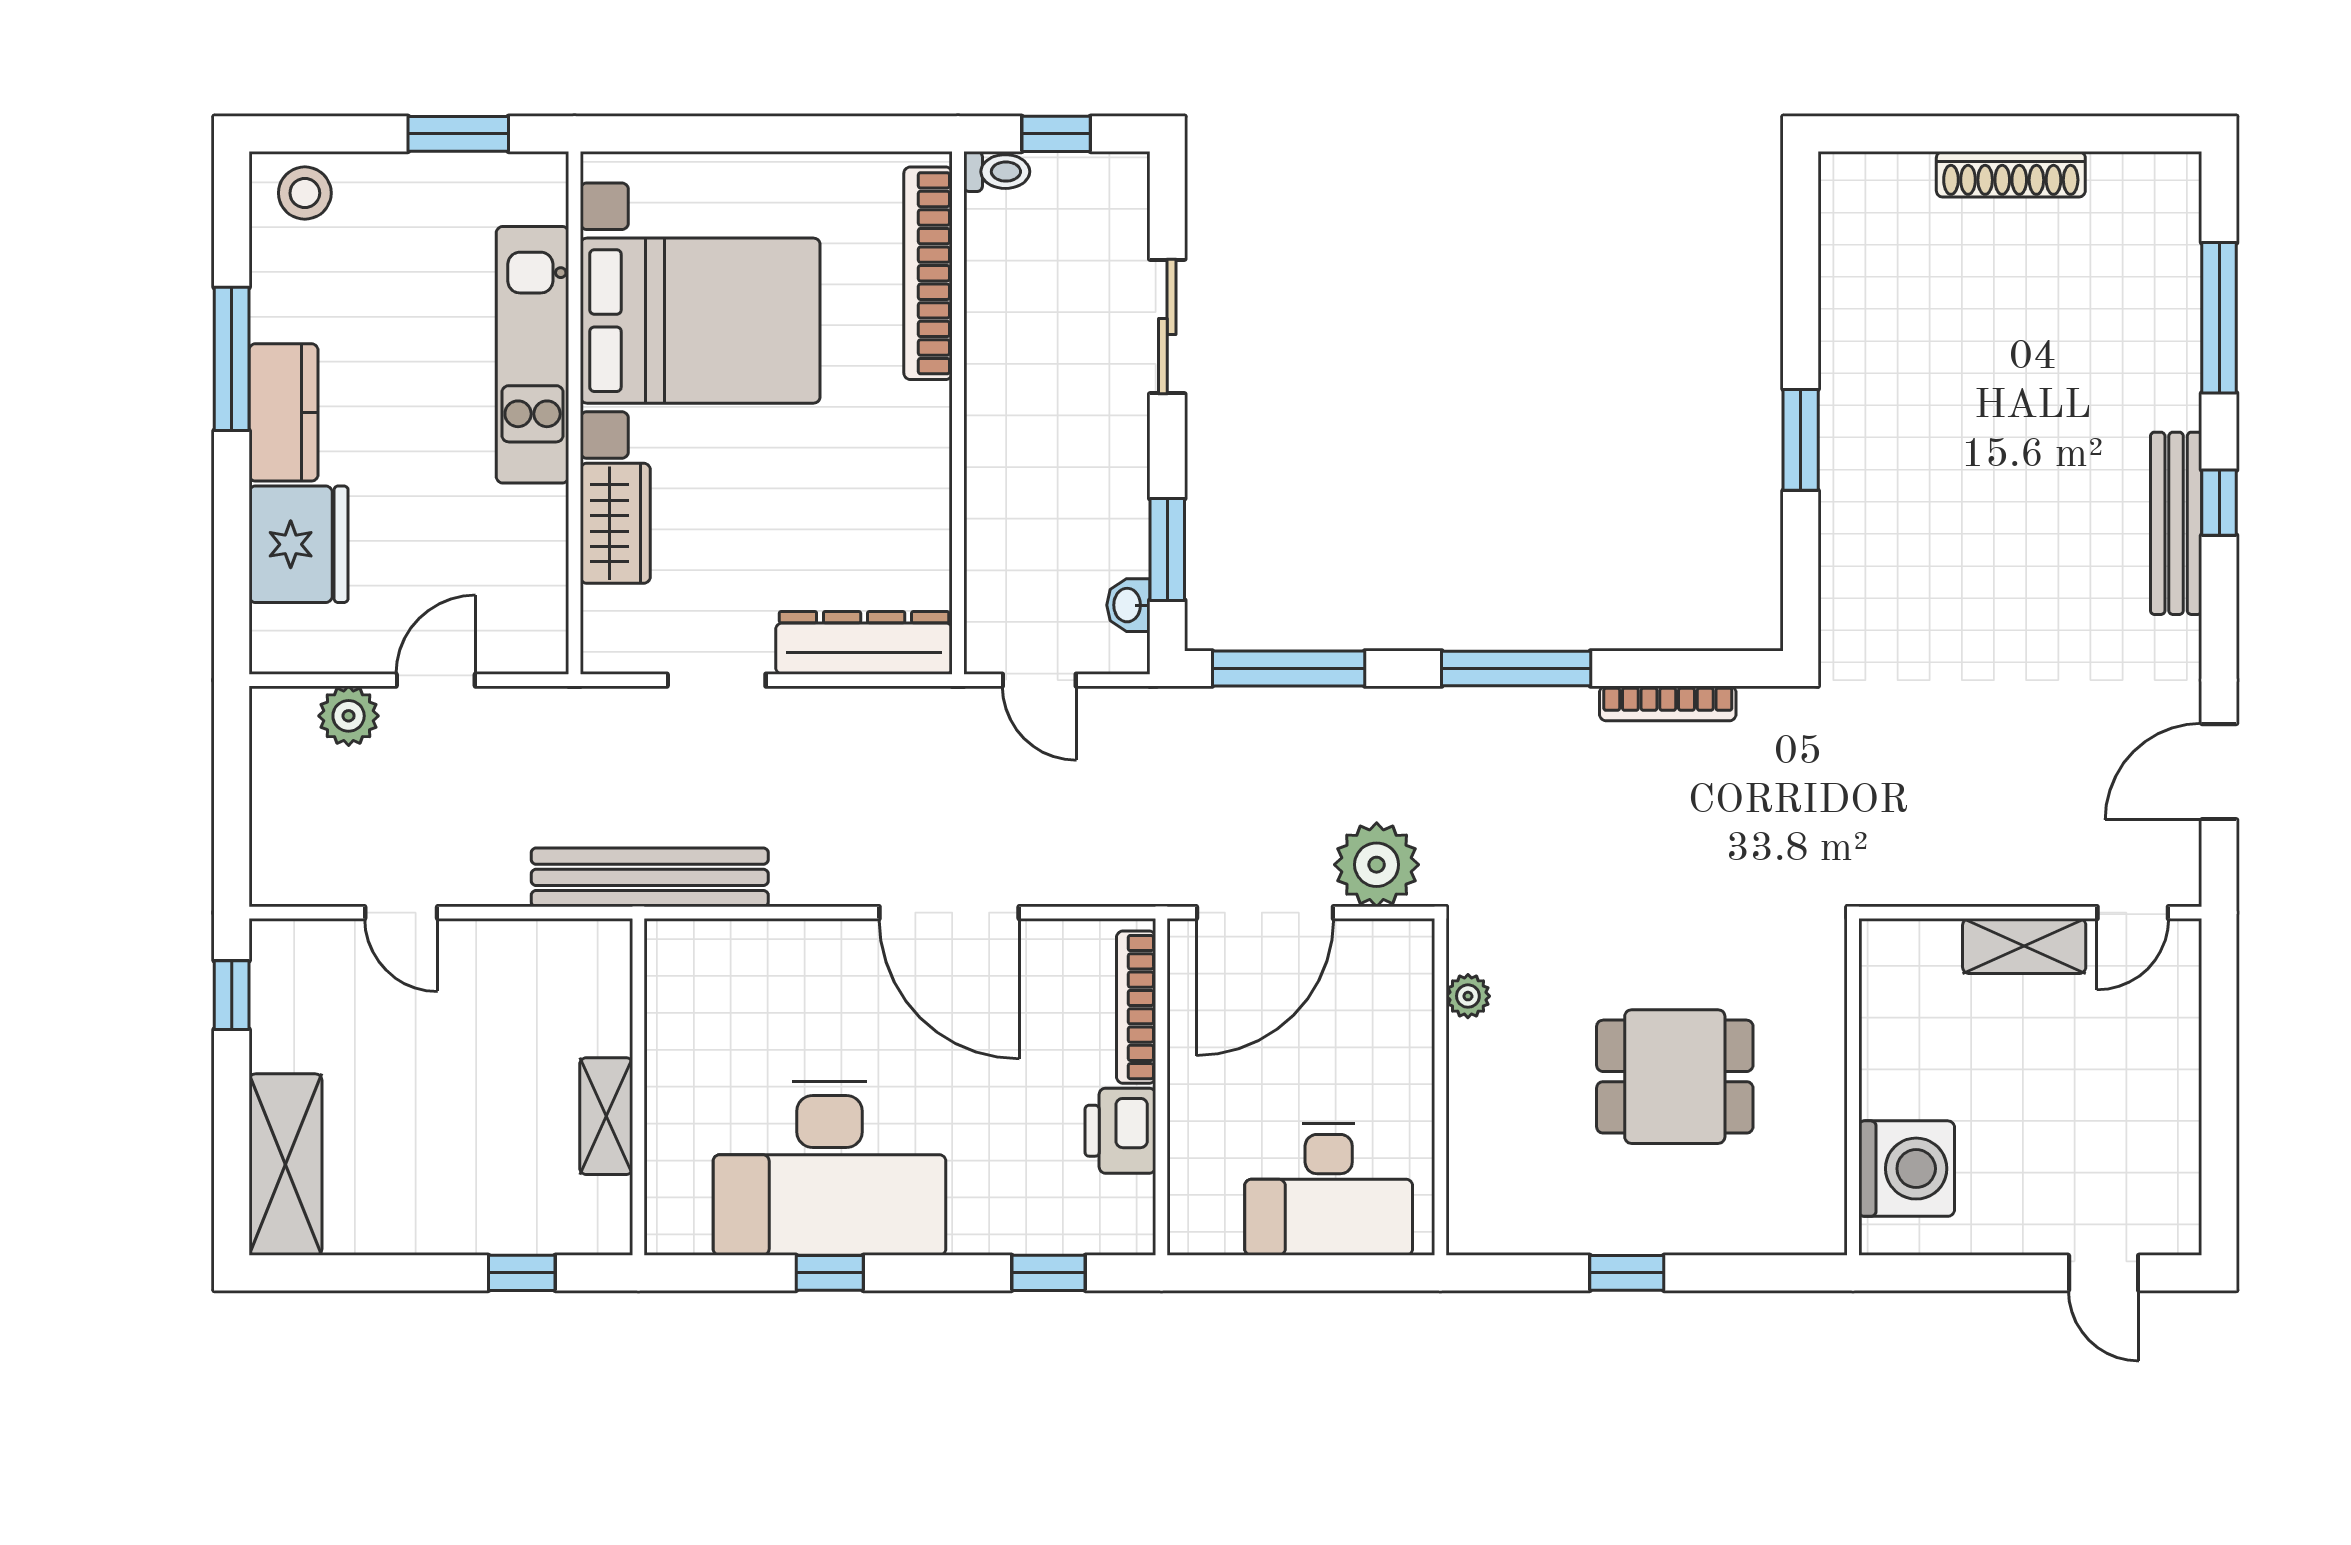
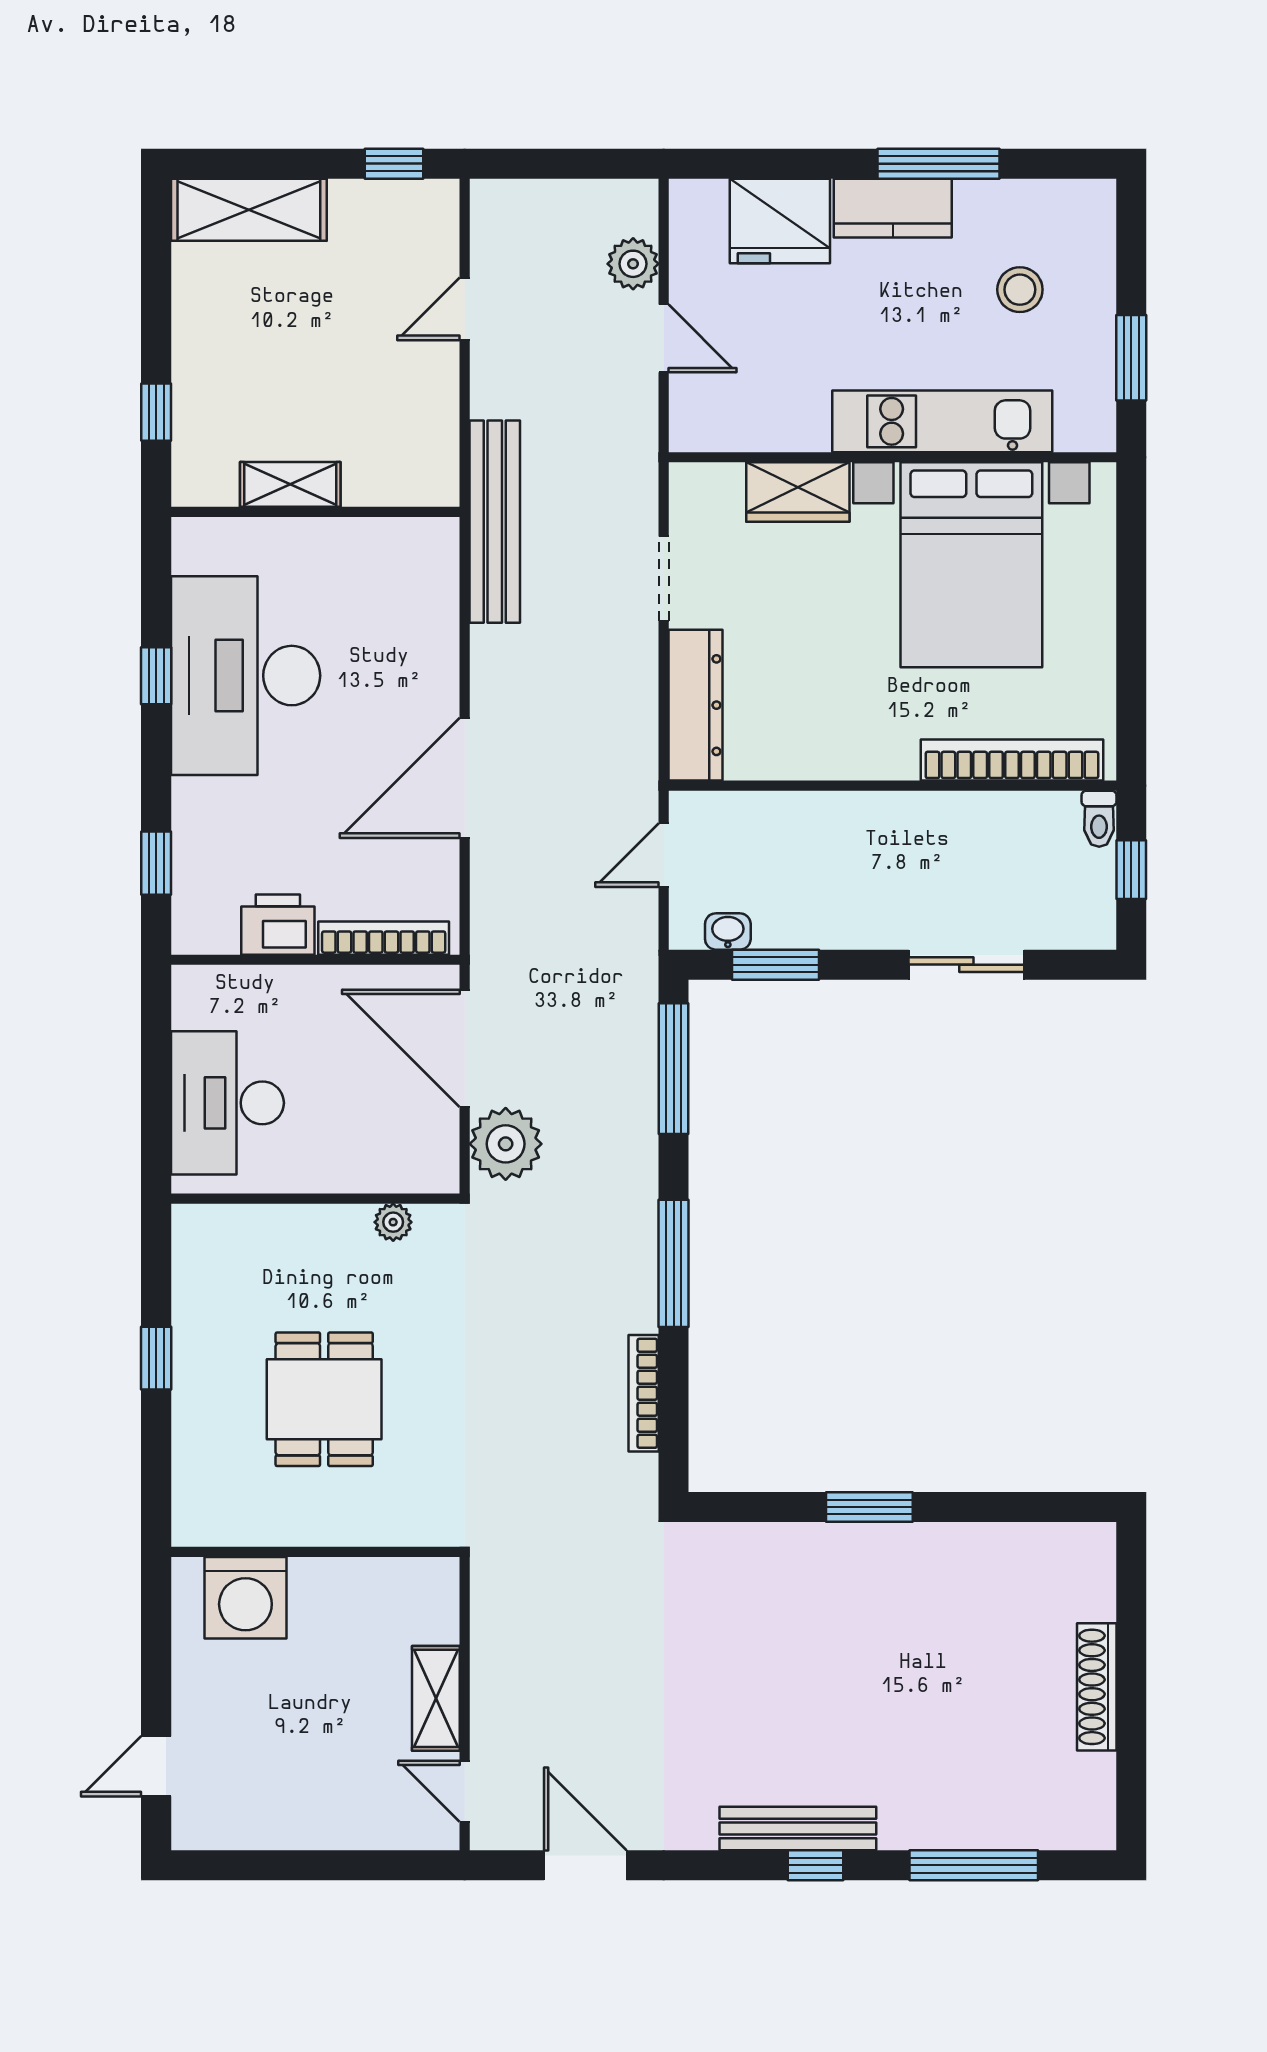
stool: (305, 193) -> (1020, 290), moved

